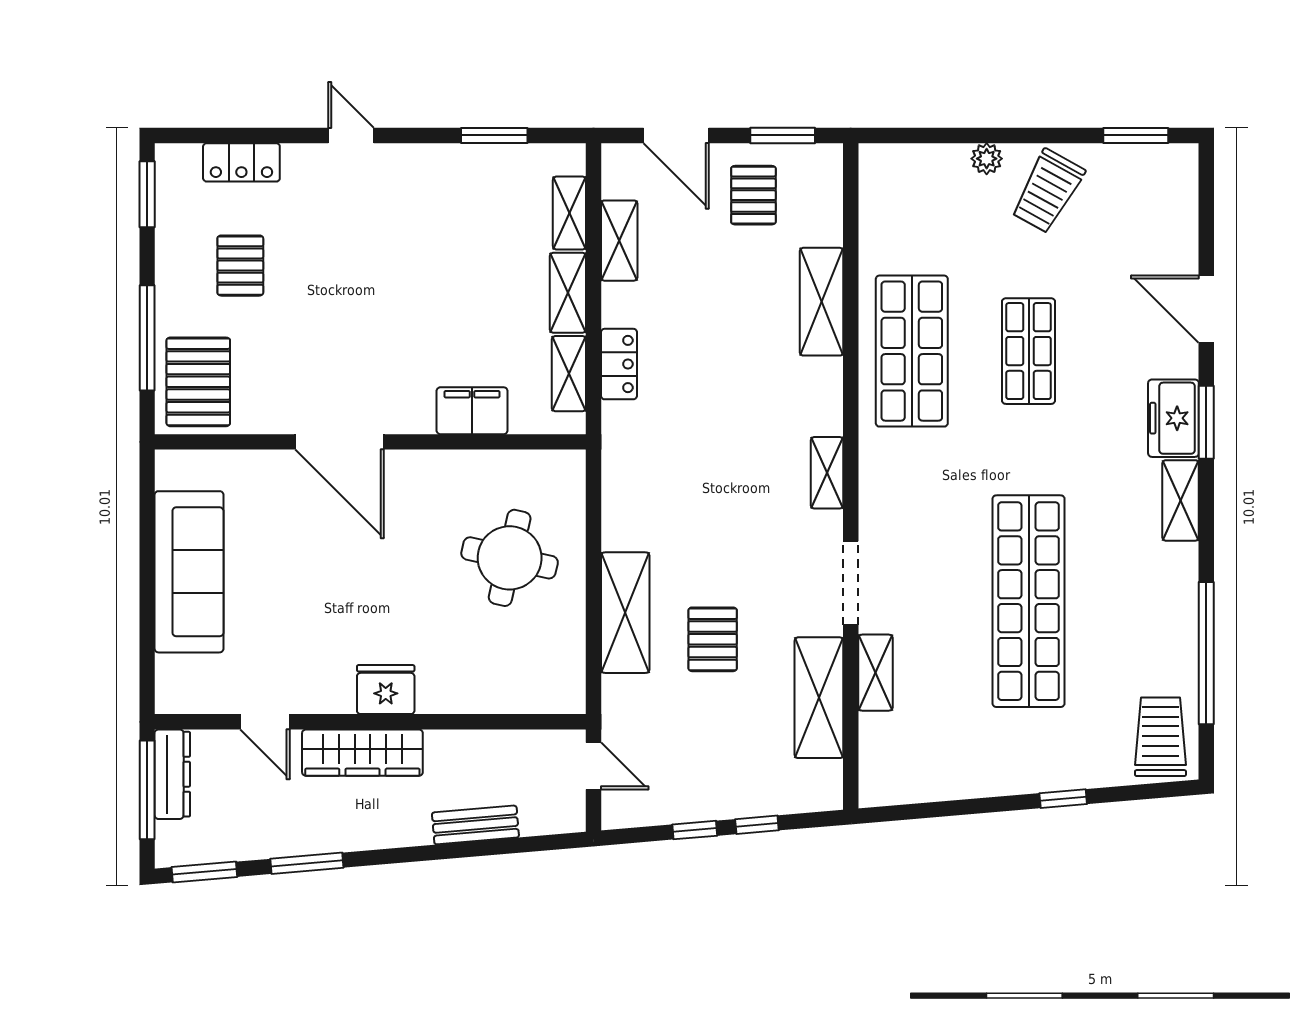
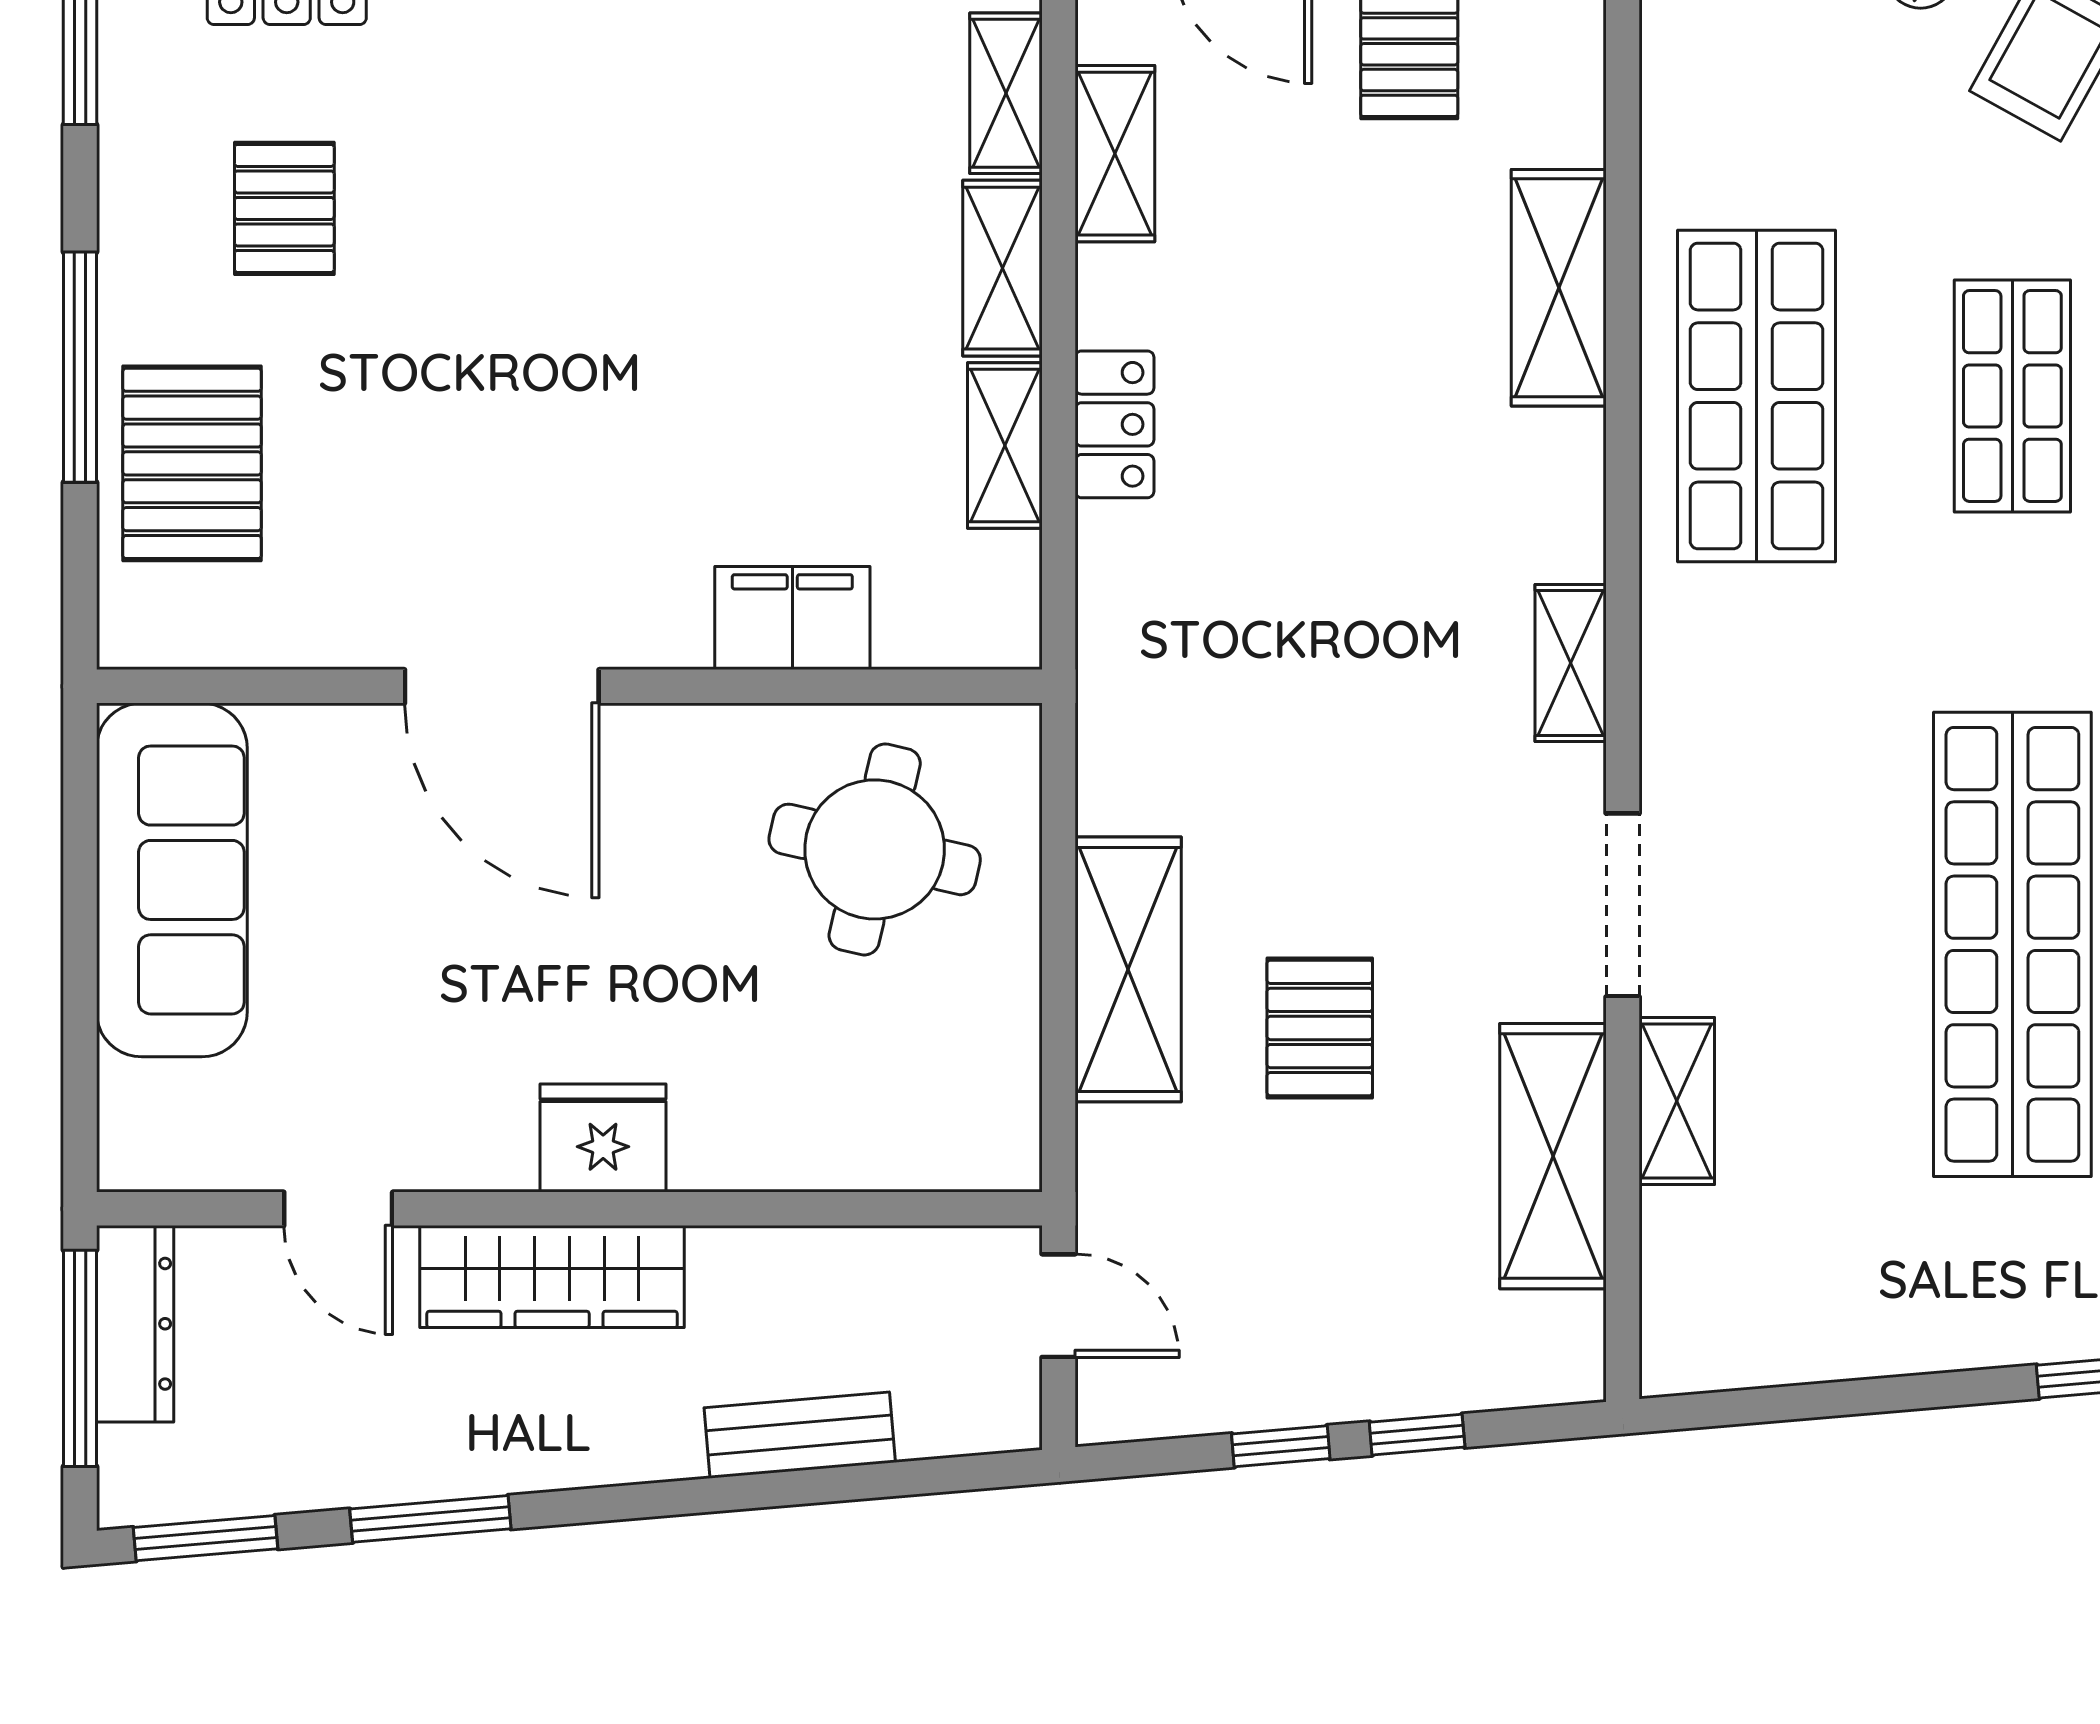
filing cabinet: (472, 411) -> (792, 618), moved
door: (340, 442) -> (502, 686), moved
wall: (370, 442) -> (569, 686), moved

